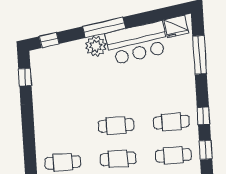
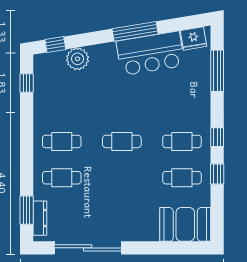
window: (104, 27) -> (135, 31), moved
plant: (96, 46) -> (78, 59), moved
cafe table: (118, 159) -> (62, 141), moved

